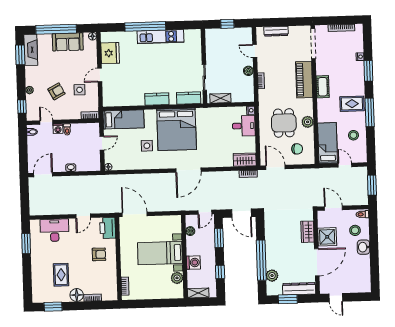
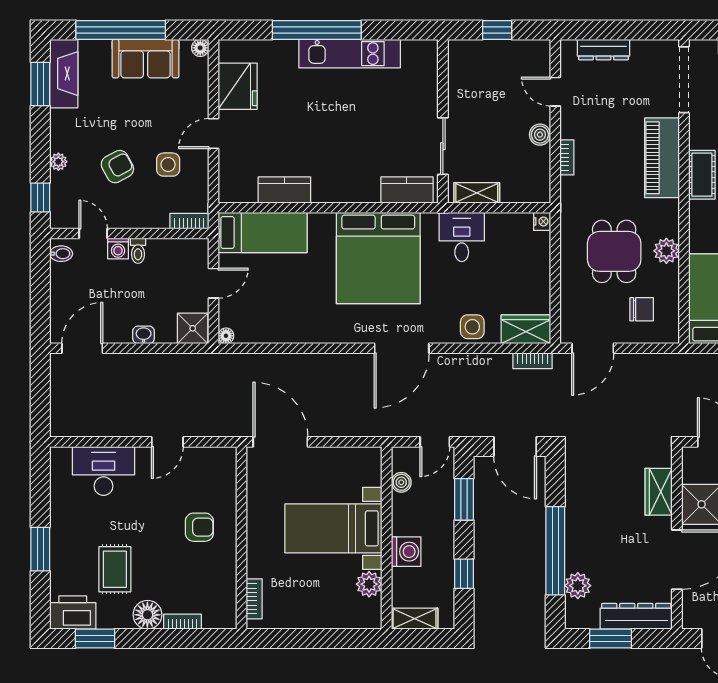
kitchen counter: (157, 99) -> (284, 190), moved
desk: (244, 126) -> (462, 237), moved, turned -90
side table: (147, 146) -> (472, 327), moved
shower: (93, 164) -> (193, 328), added
door: (275, 167) -> (593, 348), swing flipped
printer: (108, 228) -> (73, 613), moved, turned 90
window: (26, 244) -> (40, 549), moved

